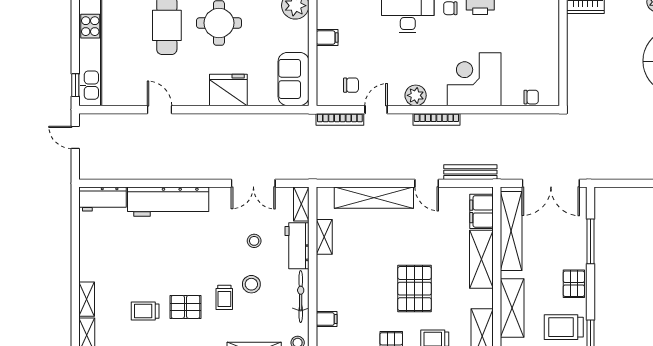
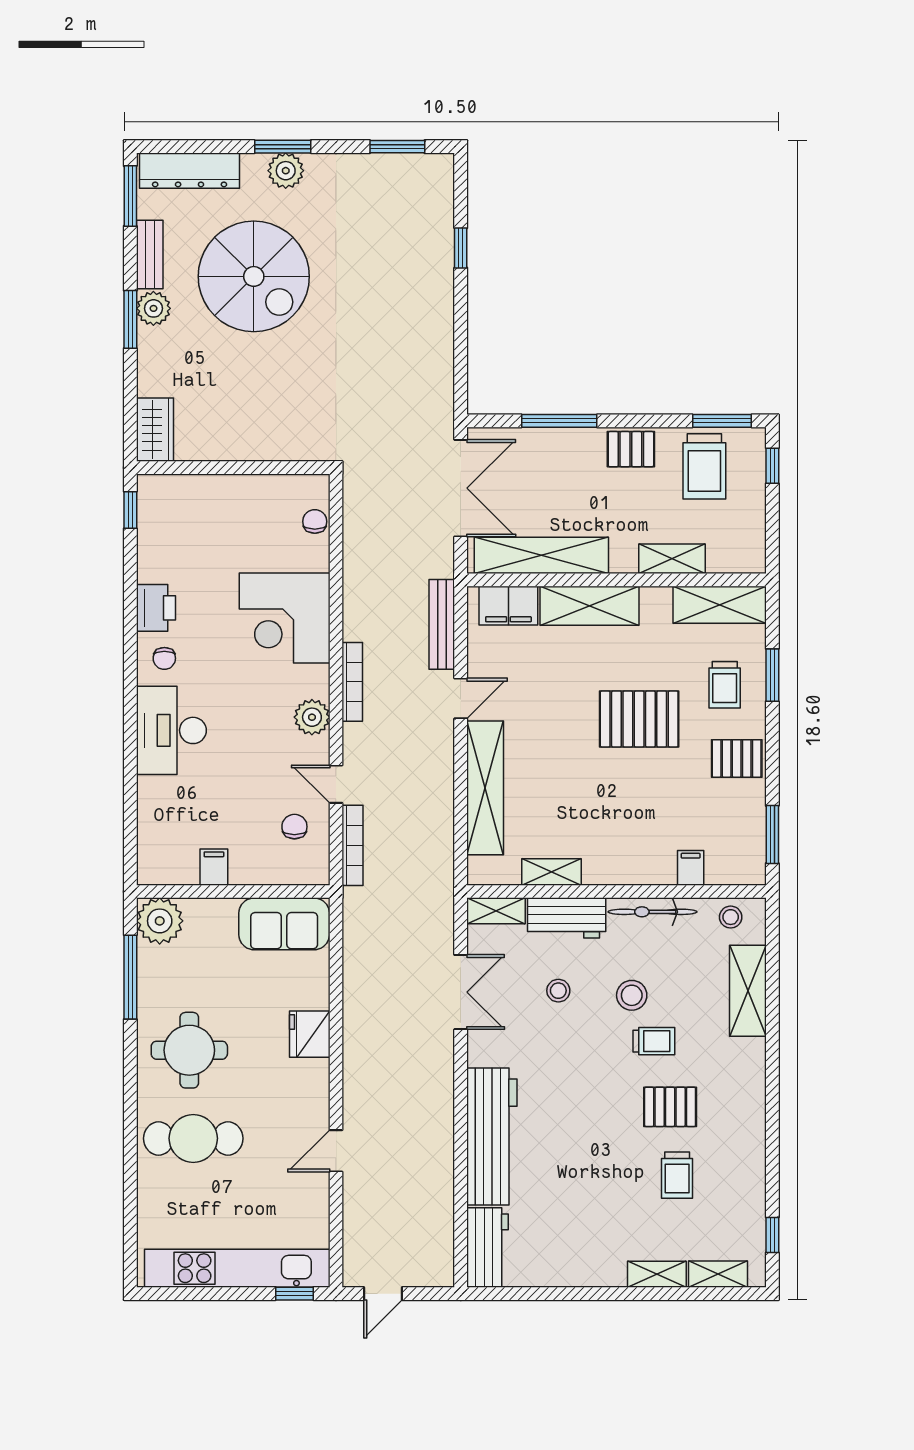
fridge: (228, 90) -> (310, 1034), width x0.73, depth x0.75
pallet: (185, 307) -> (670, 1107), turned 90
shelving: (512, 308) -> (672, 559), width x0.67, depth x0.75

